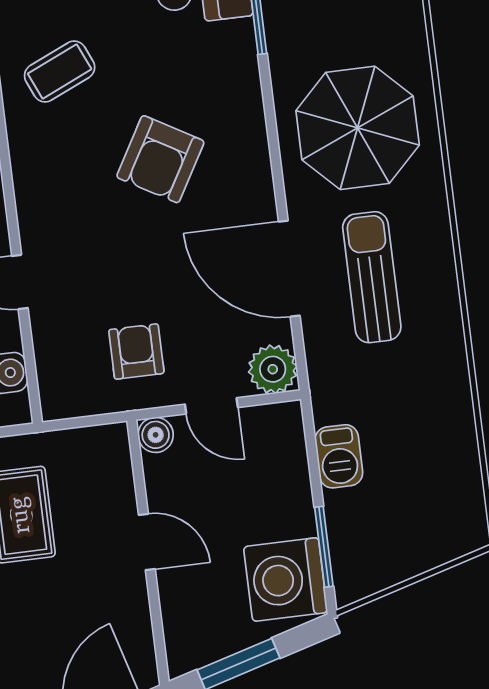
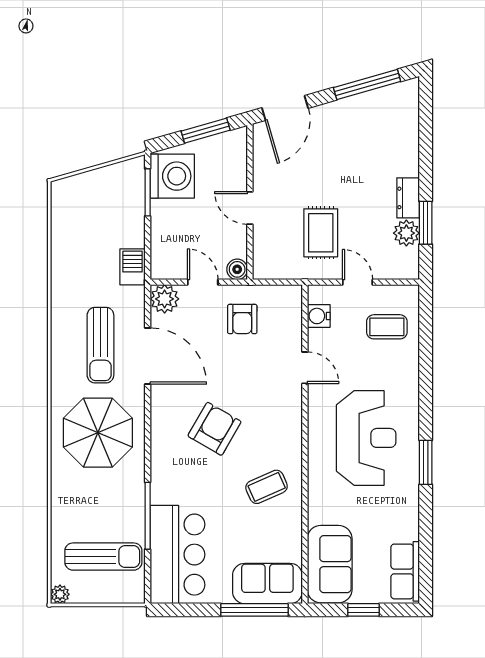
barbecue: (339, 456) -> (133, 267), moved

